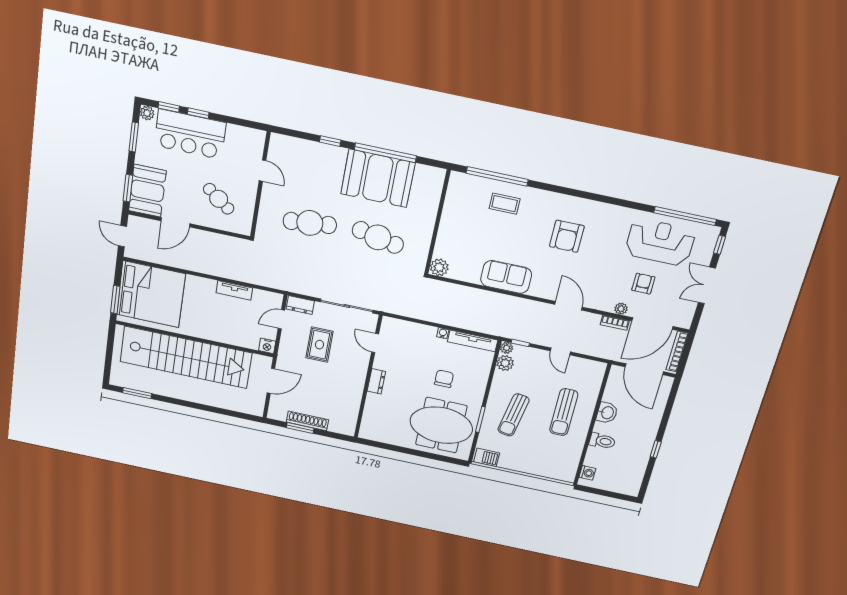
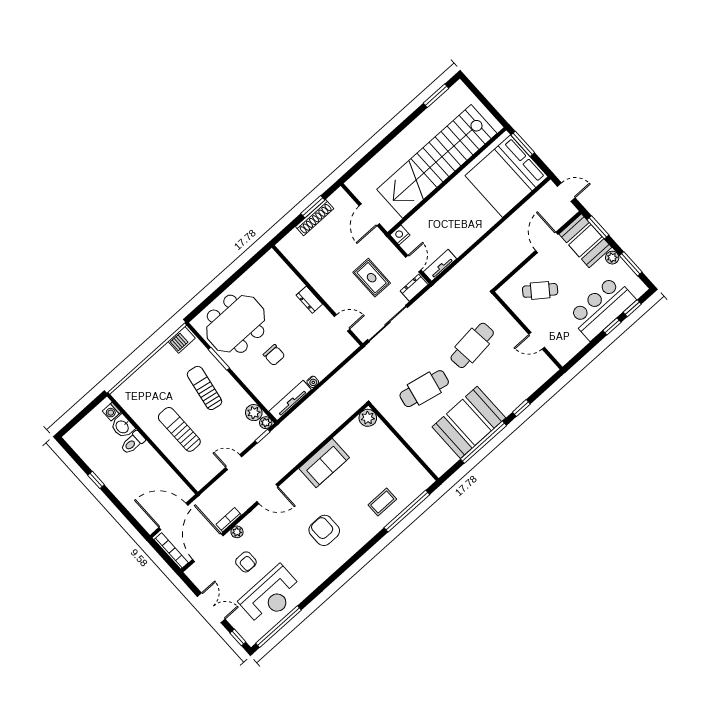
plant: (147, 113) -> (612, 258), moved
tv unit: (234, 290) -> (440, 265), moved
washbasin: (607, 413) -> (123, 427), moved

